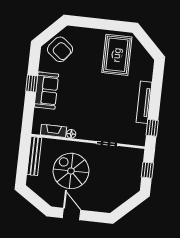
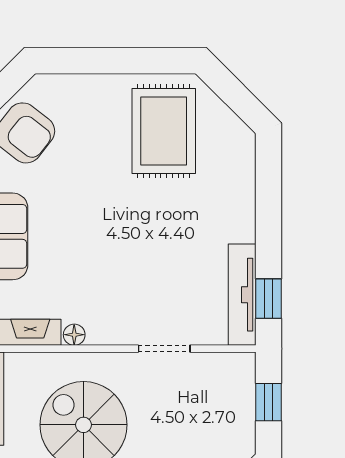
tv unit: (144, 102) -> (242, 295), moved

